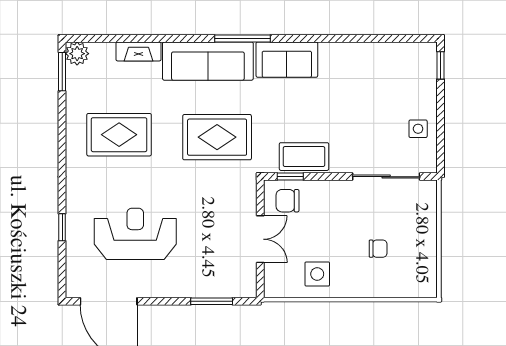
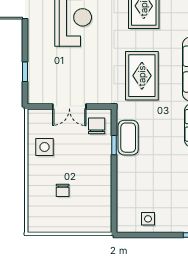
window: (290, 177) -> (114, 145), moved
sliding door: (386, 177) -> (114, 196), removed
window: (212, 301) -> (25, 72), width x0.67

